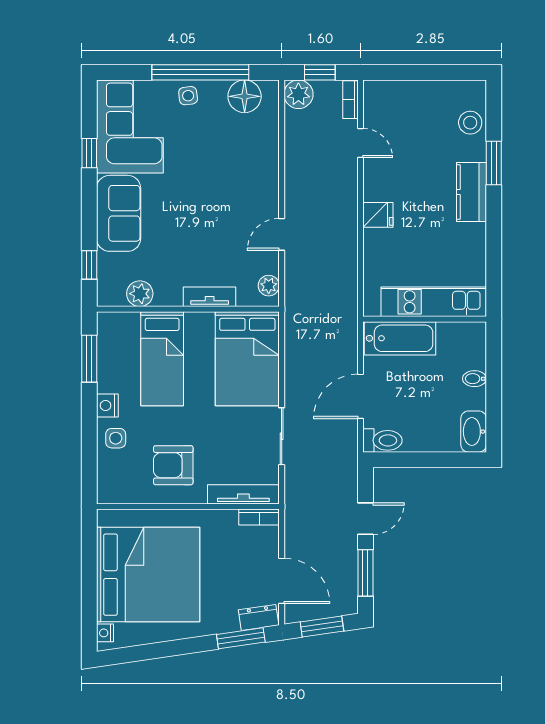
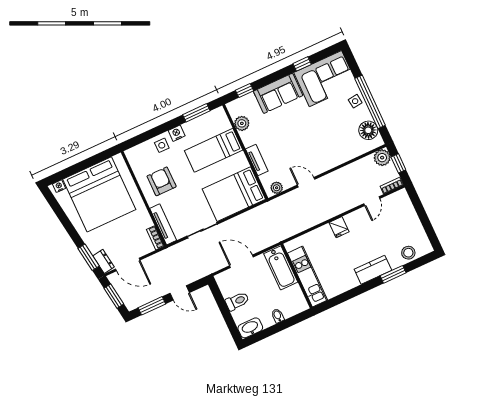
toilet: (382, 440) -> (237, 301), moved, turned -90
door: (282, 581) -> (128, 265), hinge flipped

